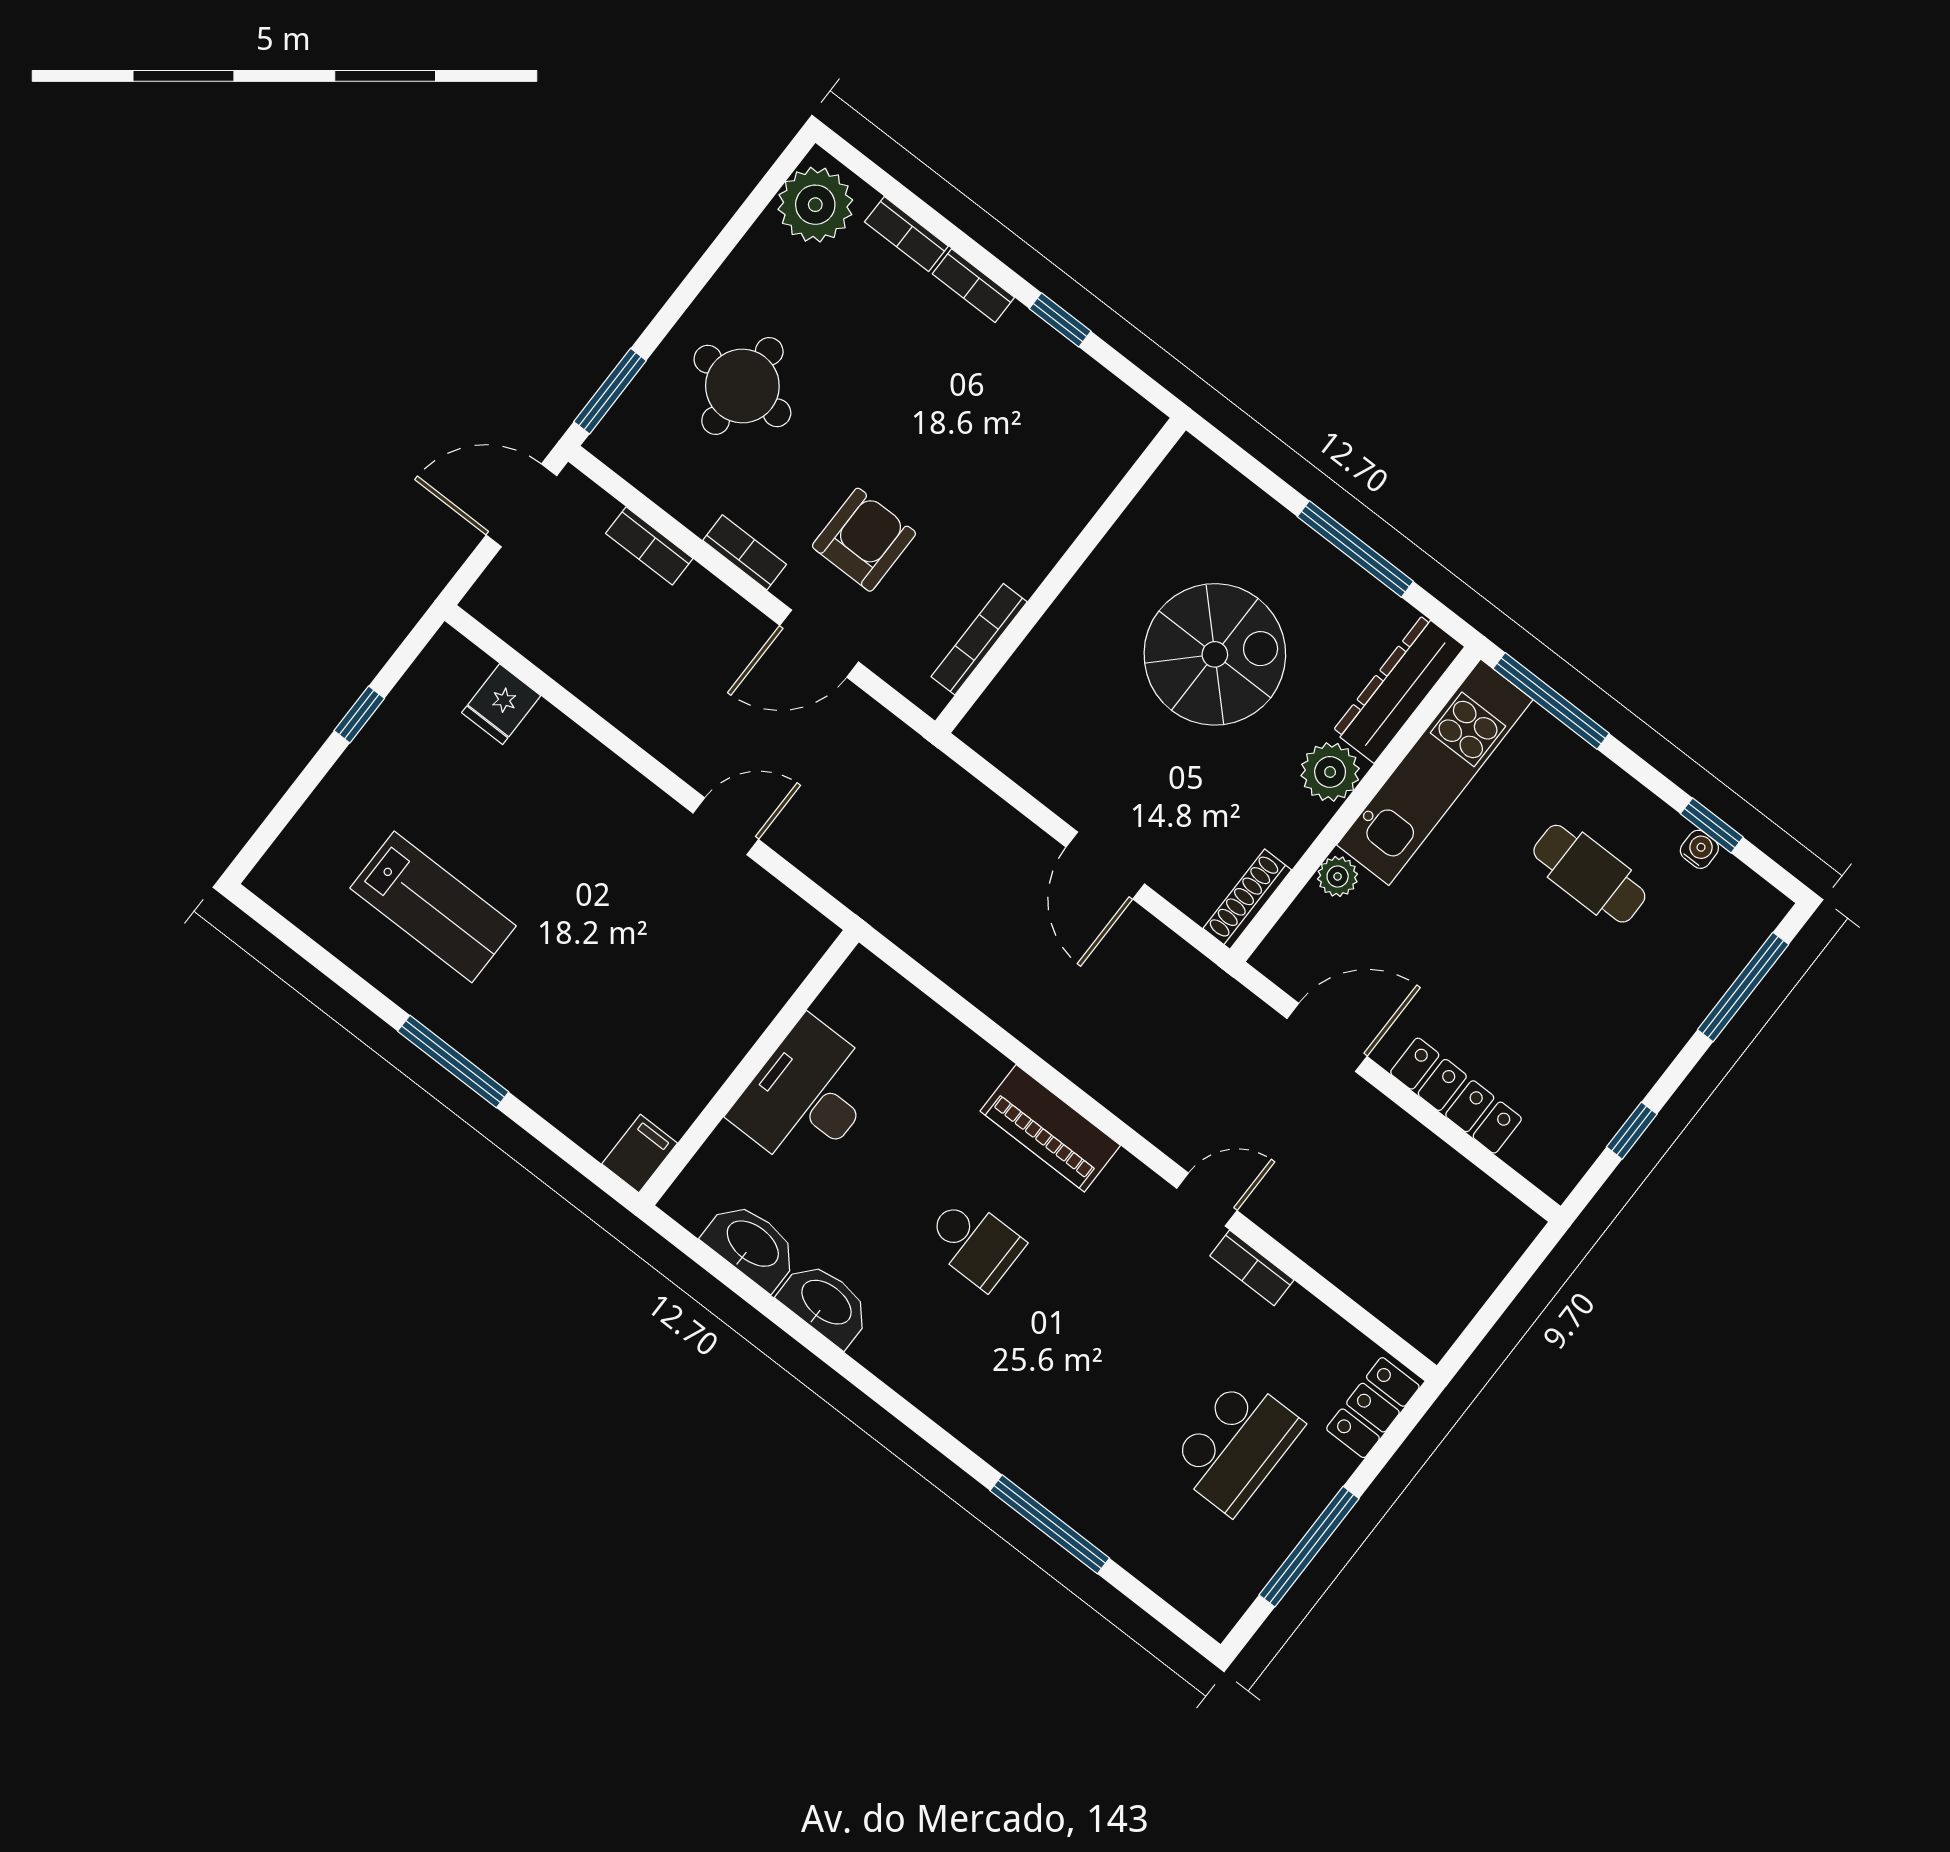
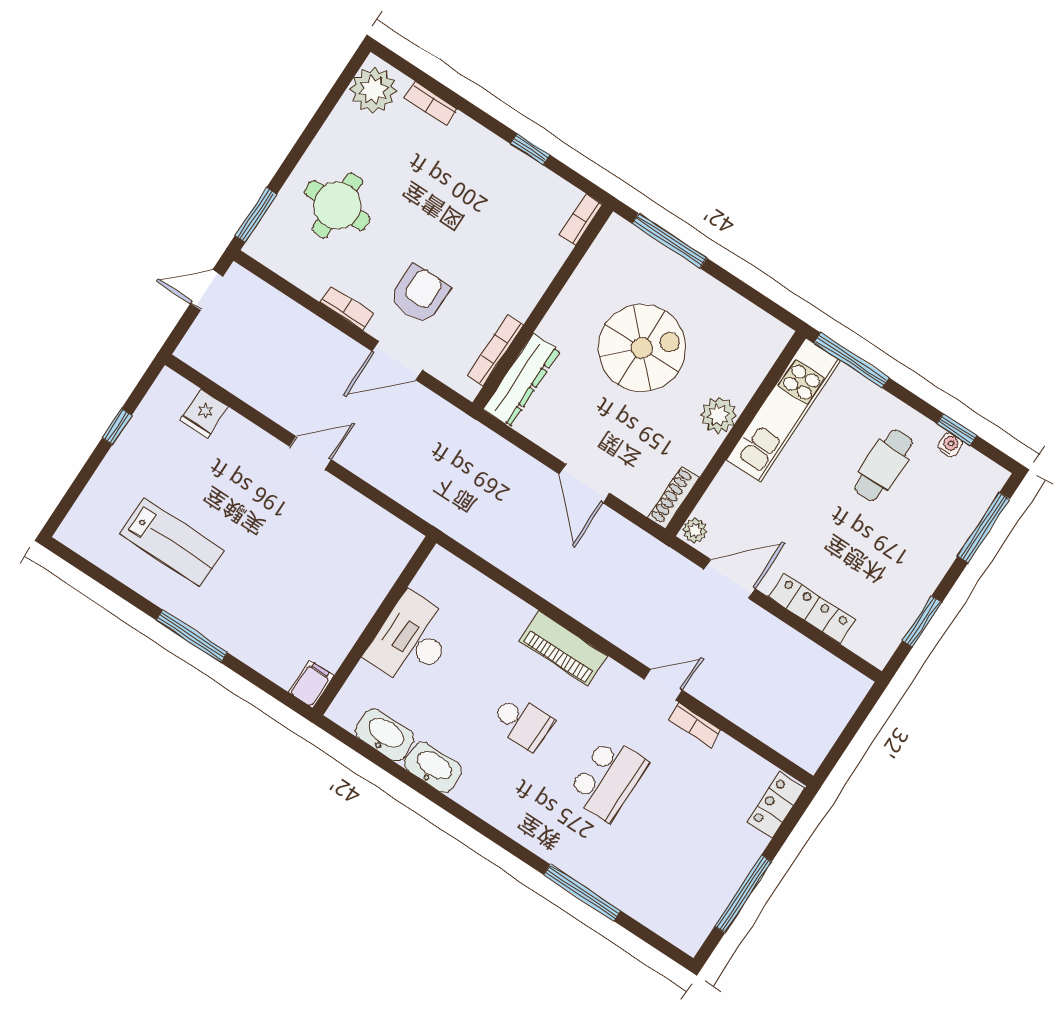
bookcase: (973, 286) -> (581, 220), moved, turned 90
door: (521, 505) -> (207, 290), width x0.73
bookcase: (649, 546) -> (288, 309), removed
window: (1355, 549) -> (669, 241), moved
dresser: (1399, 689) -> (522, 380), moved, turned 180
door: (726, 826) -> (310, 453), moved
cafe table: (1589, 874) -> (883, 465), turned 90
plant: (1338, 876) -> (695, 530), moved
window: (1632, 1131) -> (922, 622), width x1.50
school desk: (1236, 1446) -> (608, 779), moved

